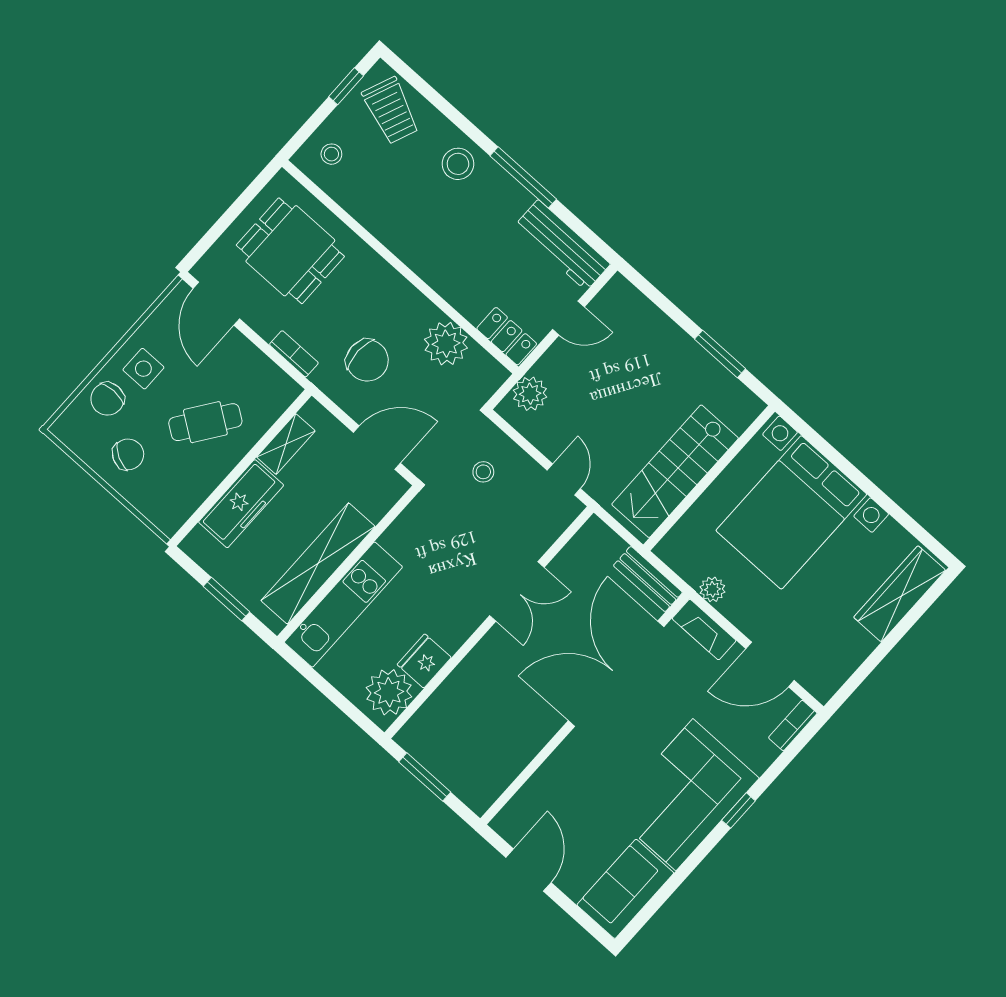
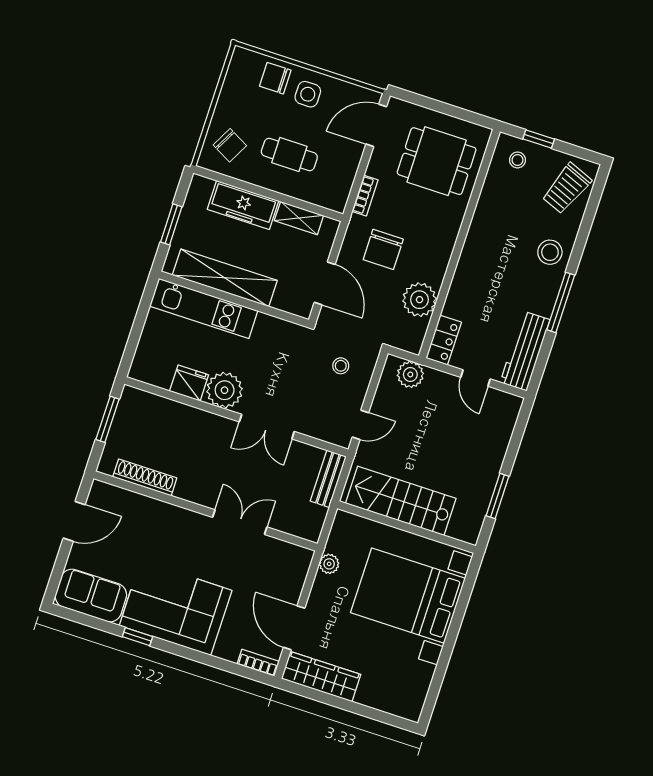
window: (346, 86) -> (539, 139), moved
dining table: (290, 251) -> (437, 161), turned 90
cafe table: (205, 422) -> (289, 154), turned -35
chair: (128, 454) -> (230, 145), moved
bench: (648, 579) -> (328, 479), moved
wardrobe: (900, 594) -> (321, 677), moved
fireplace: (704, 630) -> (298, 571), removed
double door: (616, 674) -> (240, 522), width x0.54
plant: (389, 692) -> (225, 390), moved
shoe rack: (513, 763) -> (145, 477), added
window: (738, 811) -> (138, 637), moved

